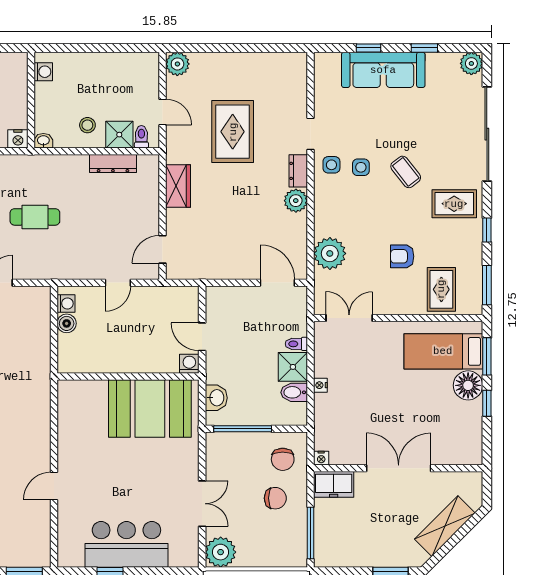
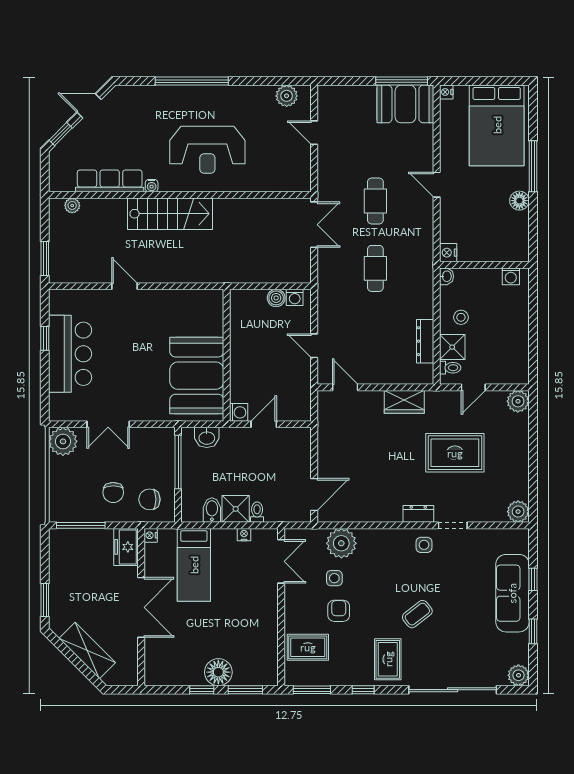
side table: (361, 167) -> (334, 578), moved
plant: (296, 201) -> (518, 512), moved
bed: (443, 351) -> (194, 565), moved, turned 180
nightstand: (320, 385) -> (244, 535), moved

